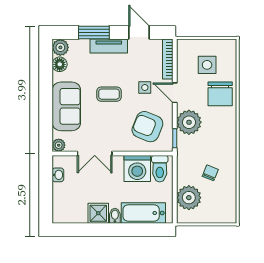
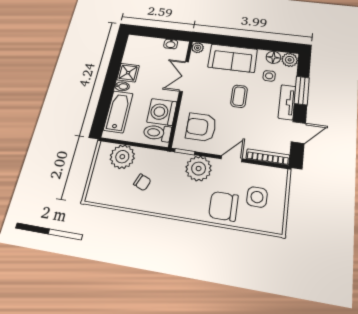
side table: (145, 87) -> (269, 76), moved
armchair: (147, 127) -> (201, 127), turned -112

